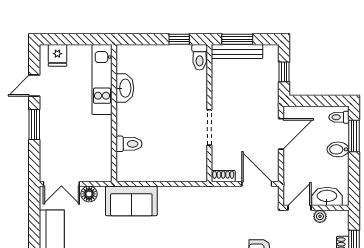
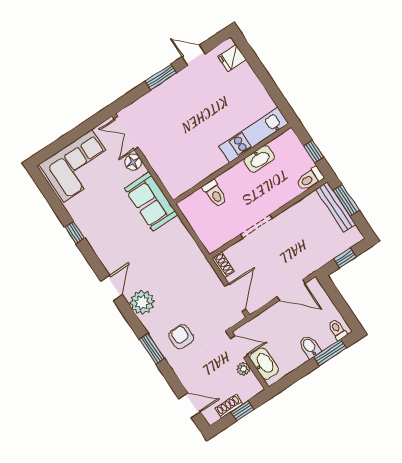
kitchen unit: (102, 80) -> (254, 135), moved
washbasin: (125, 88) -> (259, 159), moved
wall: (114, 113) -> (232, 164), moved
toilet: (129, 144) -> (215, 193), moved

